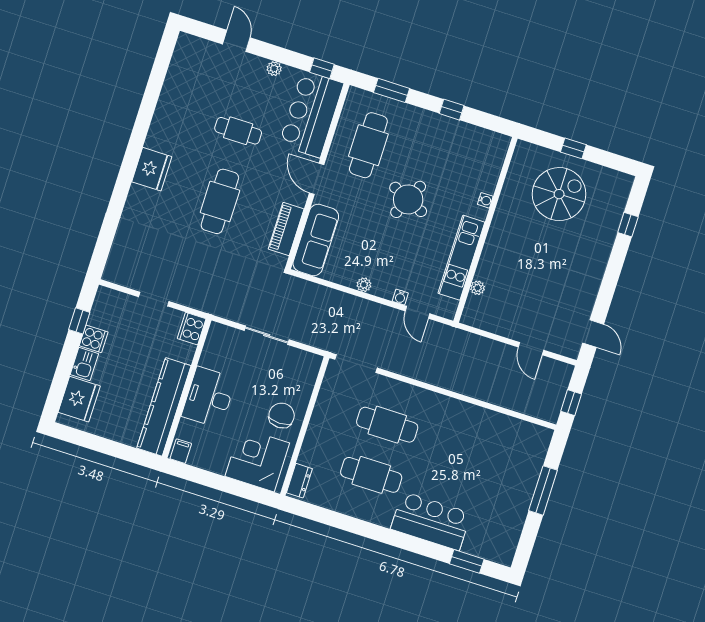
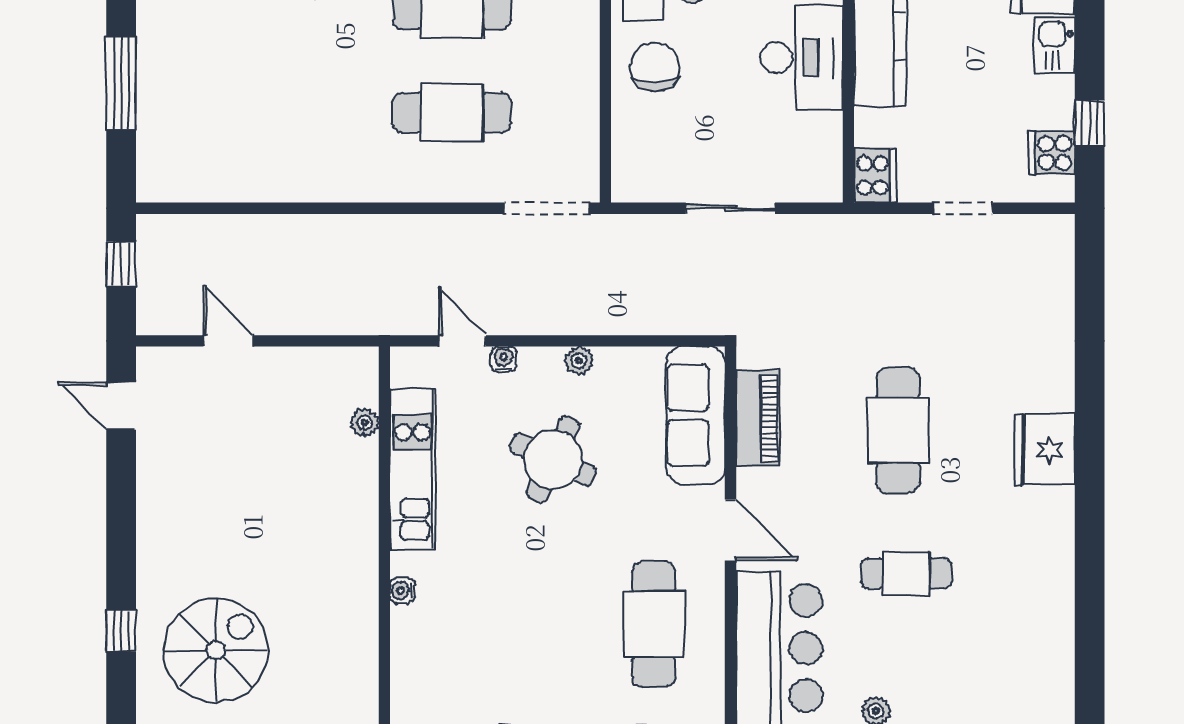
spiral stairs: (559, 194) -> (216, 650), moved, turned 180
round table: (408, 199) -> (553, 459), moved
cooker: (94, 339) -> (1052, 153), moved
chair: (282, 415) -> (655, 67), turned 180

